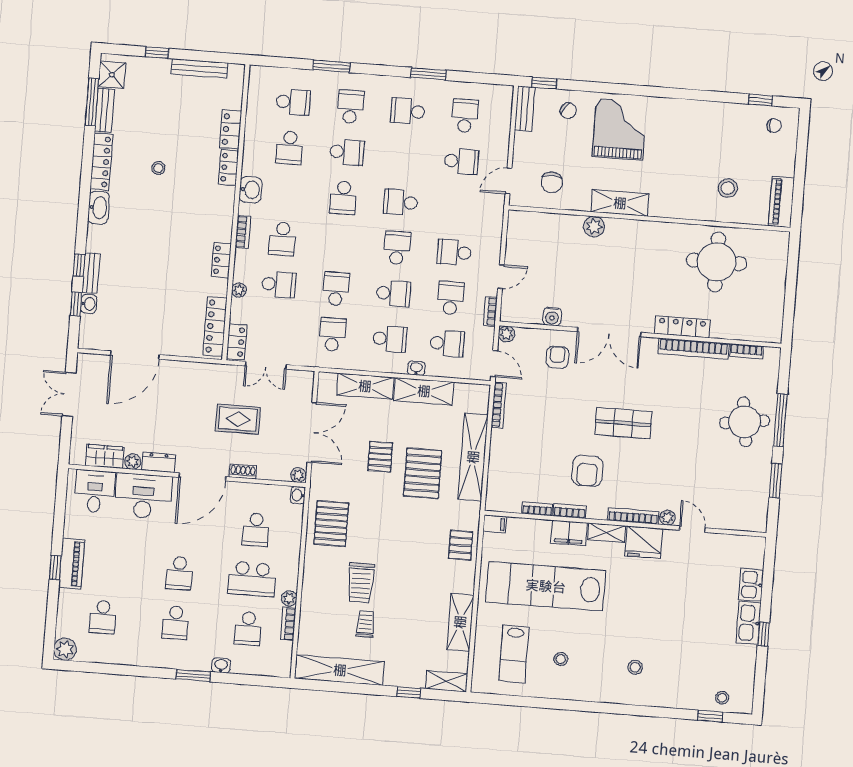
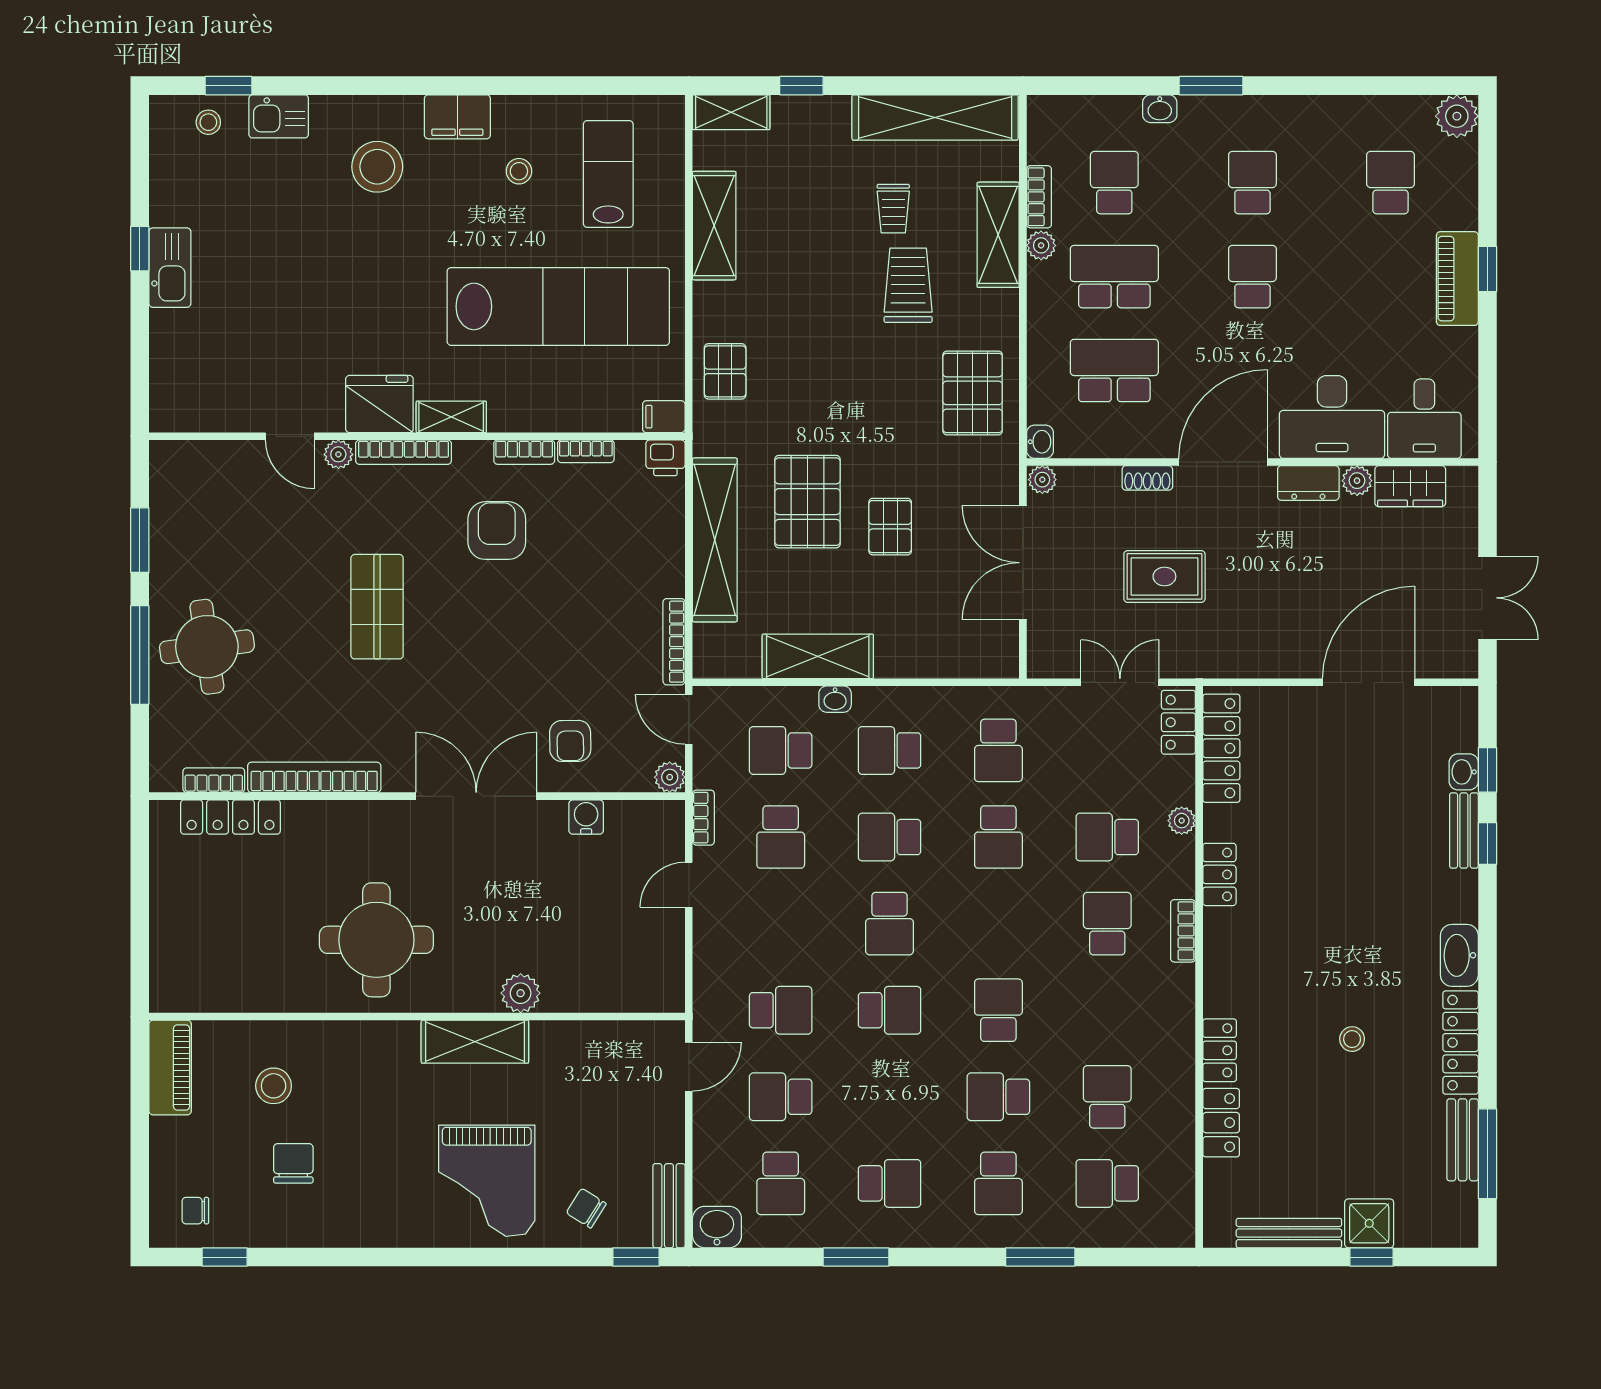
shower: (112, 75) -> (1369, 1223), moved
chair: (552, 182) -> (293, 1163), moved
washbasin: (251, 190) -> (717, 1227), moved, turned 90
school desk: (454, 252) -> (781, 1010), moved
round table: (717, 262) -> (376, 940), moved
locker: (682, 327) -> (231, 817), moved
shelving: (365, 386) -> (998, 235), moved, turned 90
shop shelf: (623, 423) -> (377, 607), moved, turned 90
printer: (496, 502) -> (665, 458), added
school desk: (256, 530) -> (1114, 371), width x1.85
filing cabinet: (569, 533) -> (457, 117), moved, turned 180
kitchen sink: (751, 585) -> (279, 116), moved, turned 90
stool: (635, 667) -> (377, 167), width x1.89, depth x1.89

